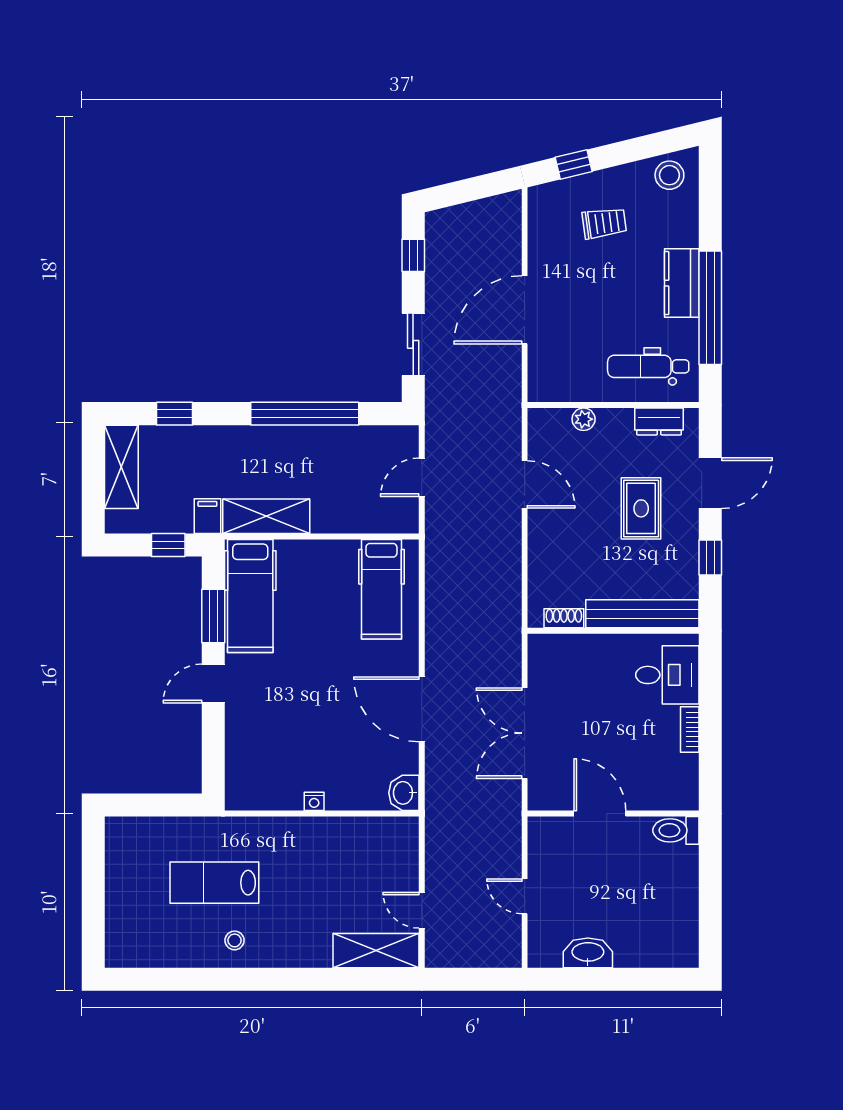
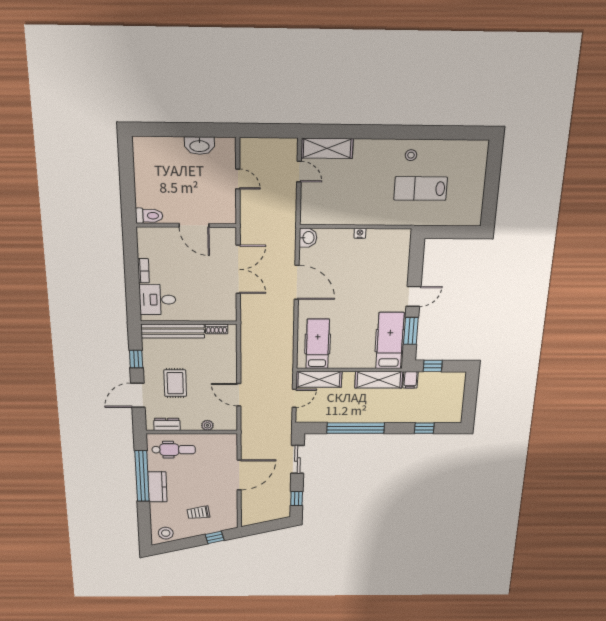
shelving: (121, 467) -> (319, 379), moved, turned 90
lab bench: (214, 883) -> (421, 189), turned 180

